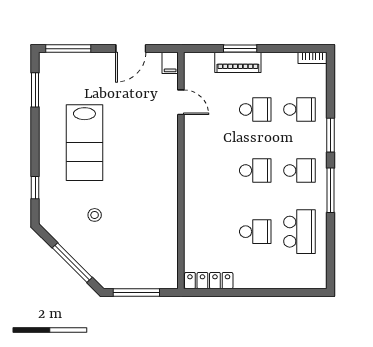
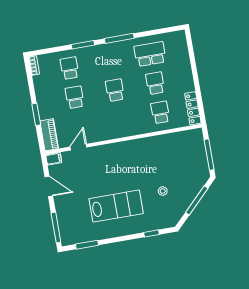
piano: (238, 62) -> (49, 135), moved
school desk: (299, 171) -> (160, 112), moved

